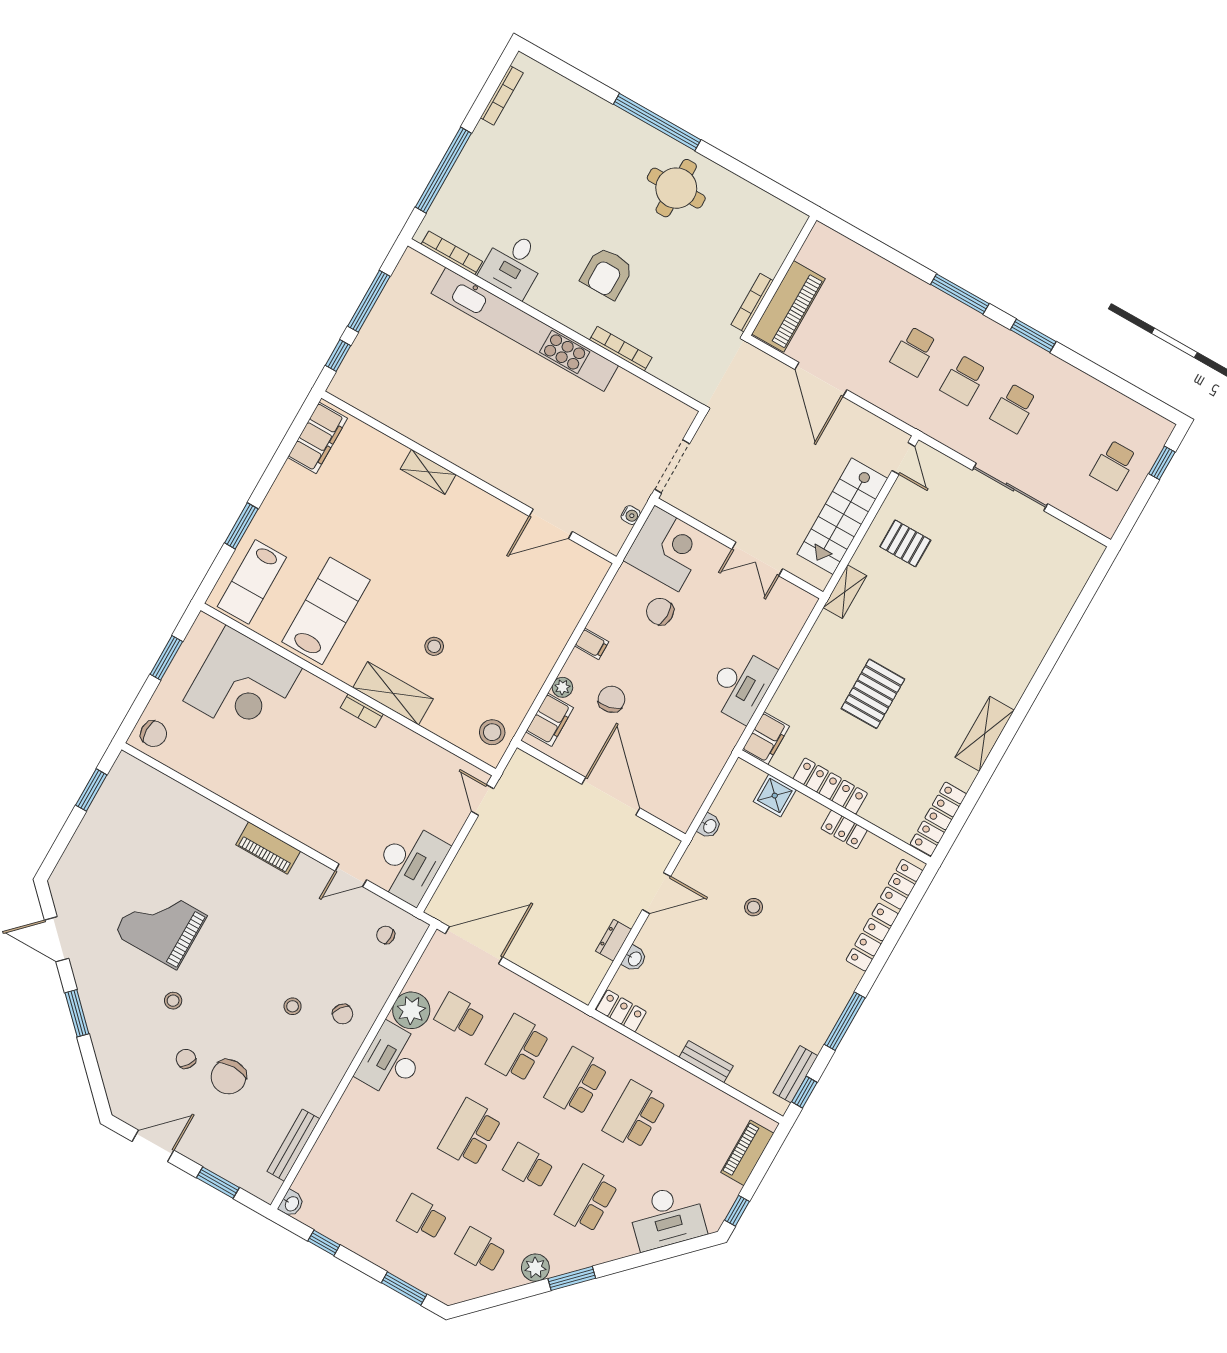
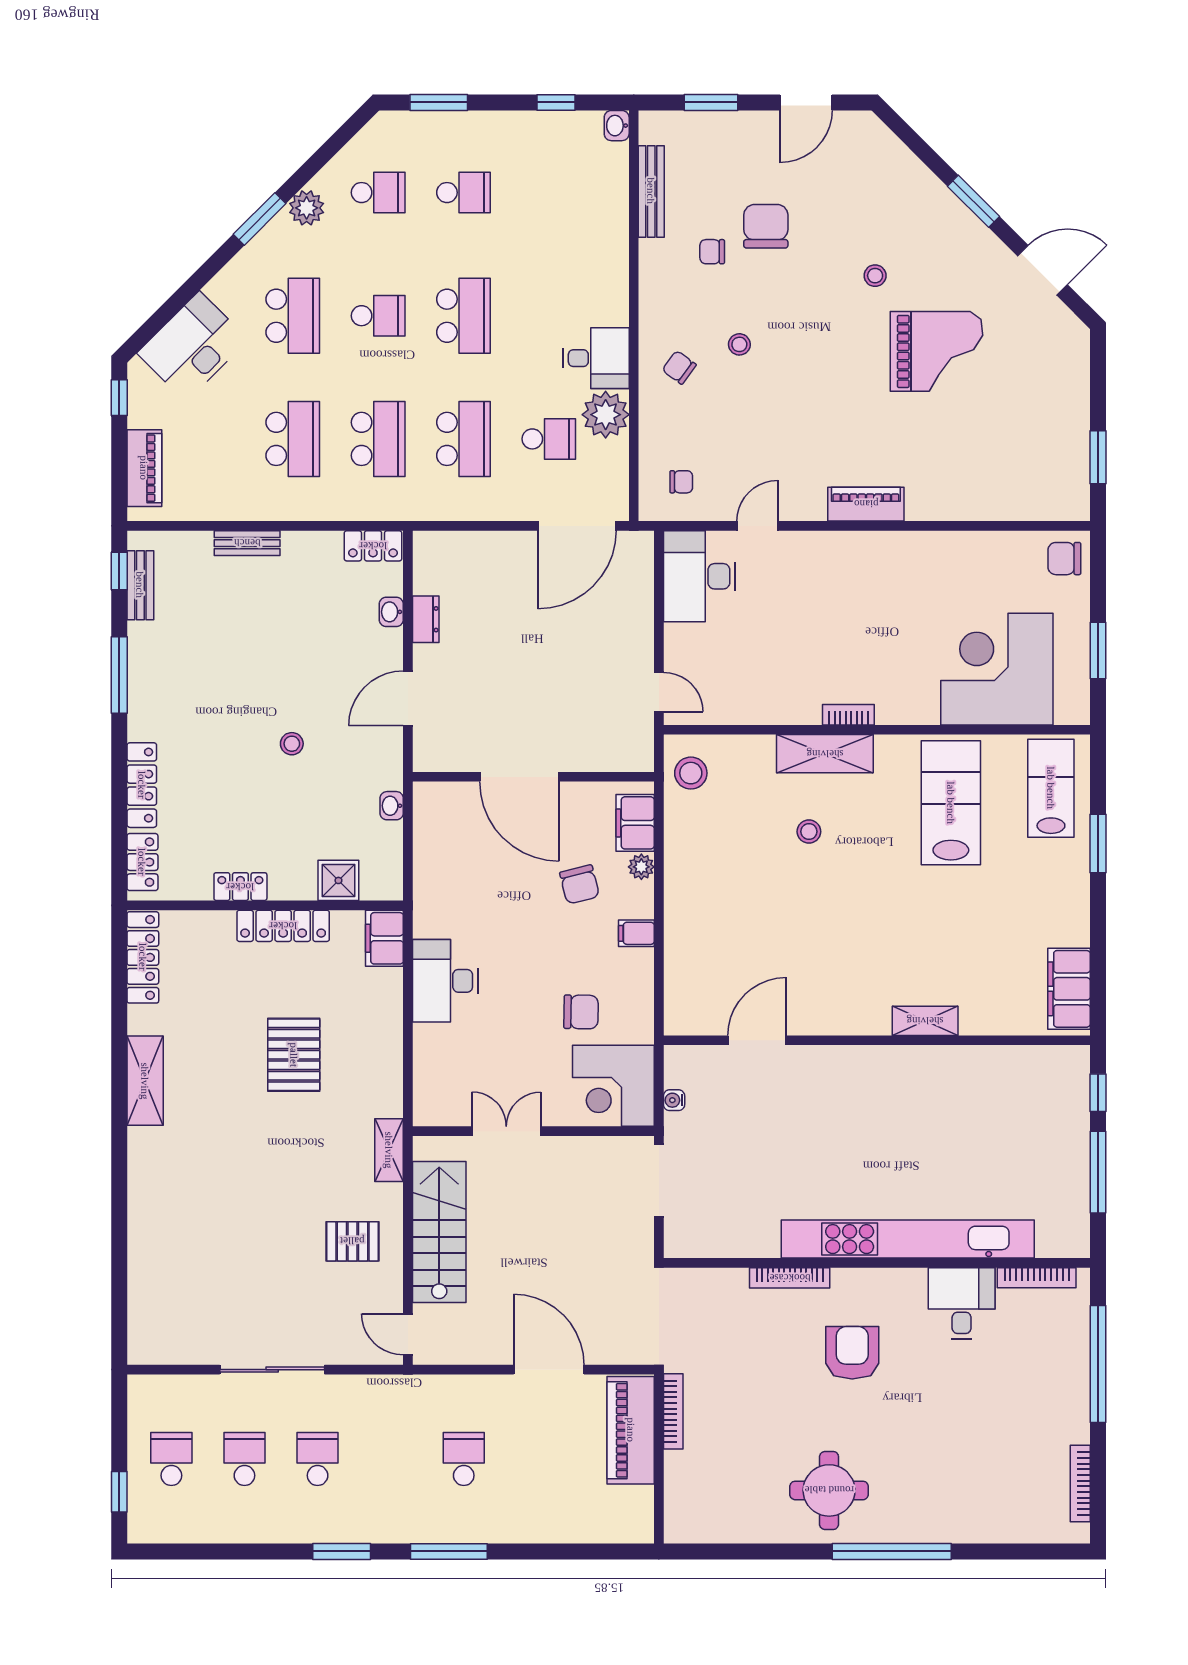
school desk: (964, 380) -> (244, 1459), moved
lab bench: (326, 611) -> (951, 803), turned 180
chair: (186, 1059) -> (712, 252), moved, turned 146
desk: (391, 1060) -> (596, 358), width x0.73

